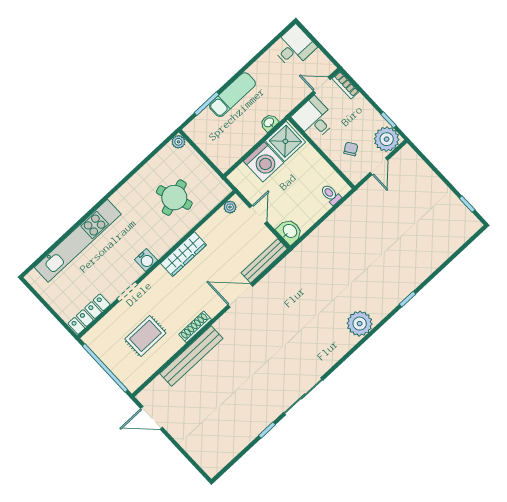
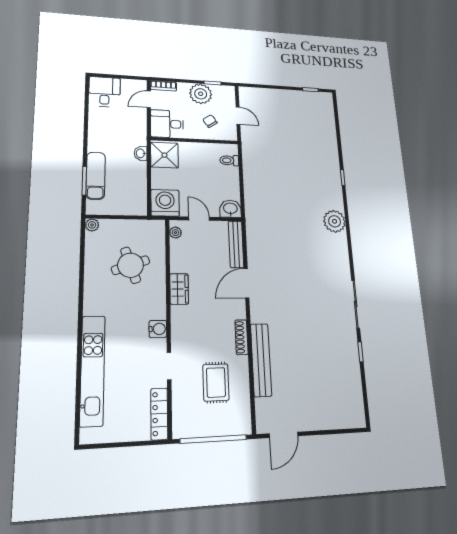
exam couch: (232, 95) -> (96, 176), moved
plant: (387, 139) -> (201, 94), moved
washing machine: (264, 162) -> (165, 203), moved, turned -90
wardrobe: (184, 254) -> (179, 289), width x0.67

